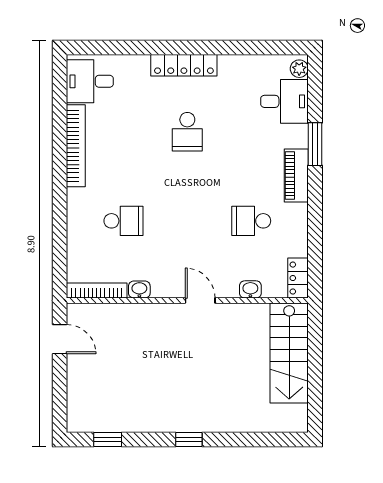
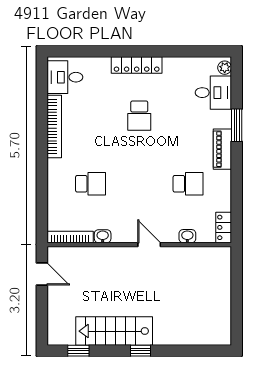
school desk: (251, 221) -> (188, 184), turned 180
stairs: (289, 353) -> (114, 331), moved, turned 90

